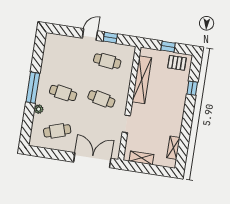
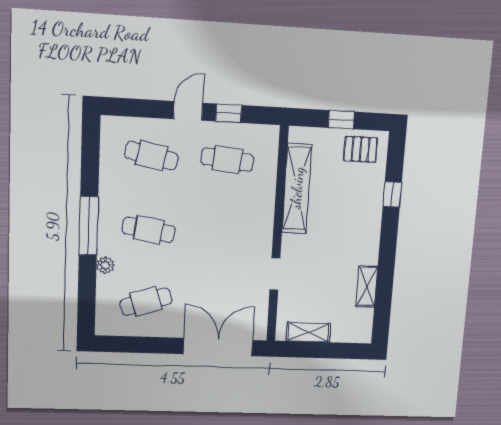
cafe table: (101, 99) -> (151, 156), moved
shelving: (173, 148) -> (367, 286), moved

